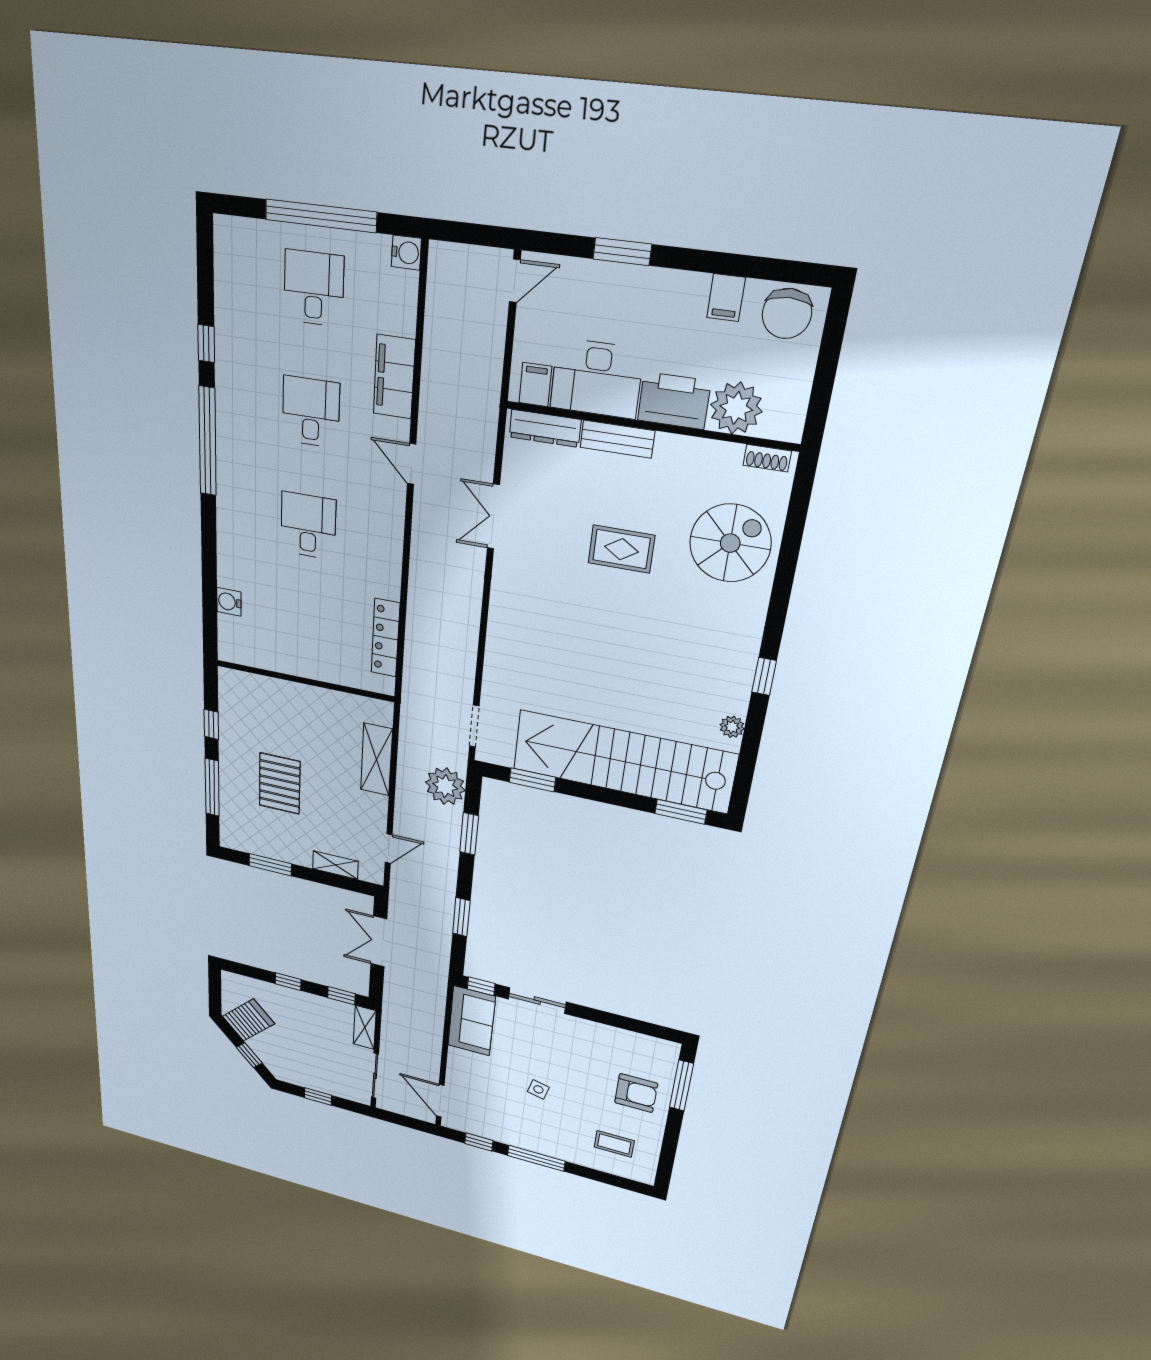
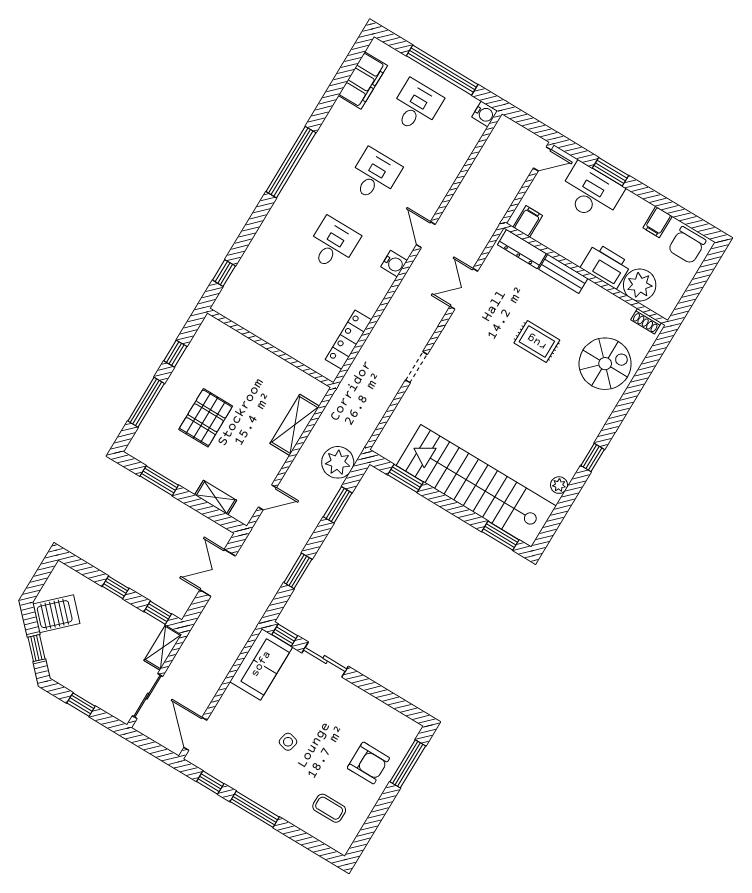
window: (206, 344) -> (224, 273), moved
filing cabinet: (394, 377) -> (363, 80), moved, turned 180
desk: (597, 378) -> (591, 193), moved, turned 180
water cooler: (229, 602) -> (394, 264), moved, turned 180
doorway: (474, 726) -> (416, 367), moved

